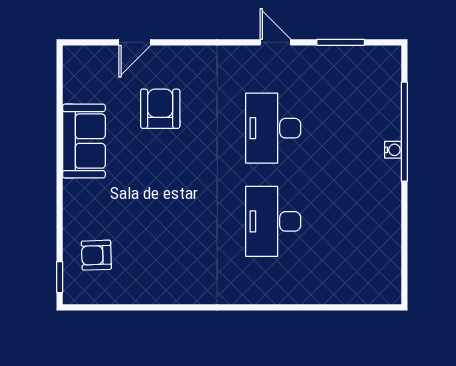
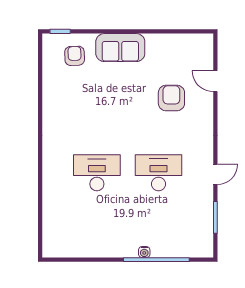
armchair: (160, 109) -> (171, 98), turned -90
sofa: (84, 141) -> (120, 48), moved

